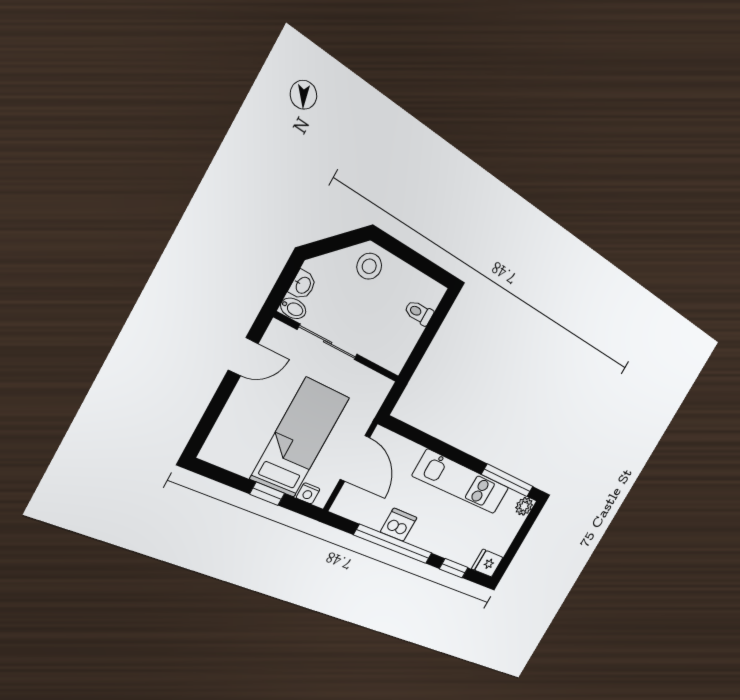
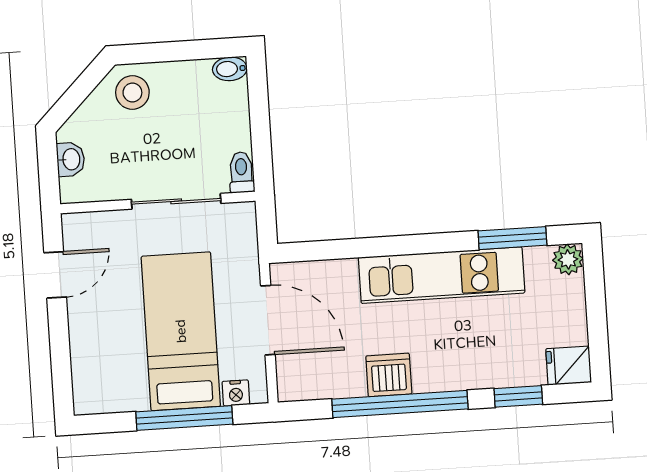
bidet: (293, 308) -> (230, 69), moved, turned 180
toilet: (419, 313) -> (241, 172), moved, turned 90
sliding door: (328, 342) -> (176, 201), moved
window: (507, 480) -> (512, 238), width x0.69
window: (267, 494) -> (184, 418), width x2.17

